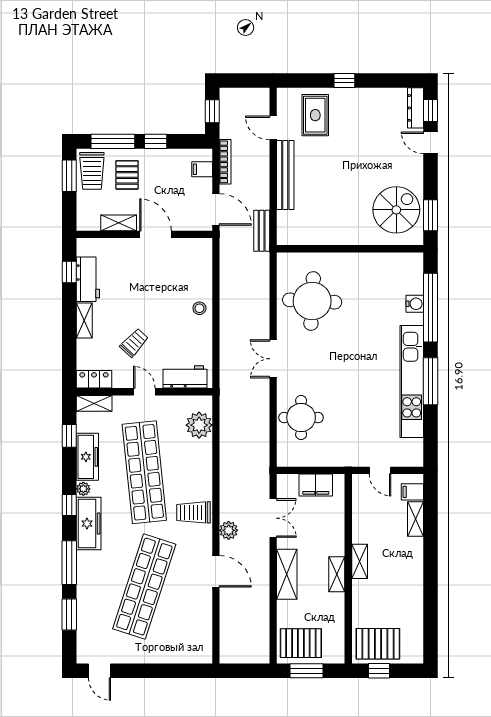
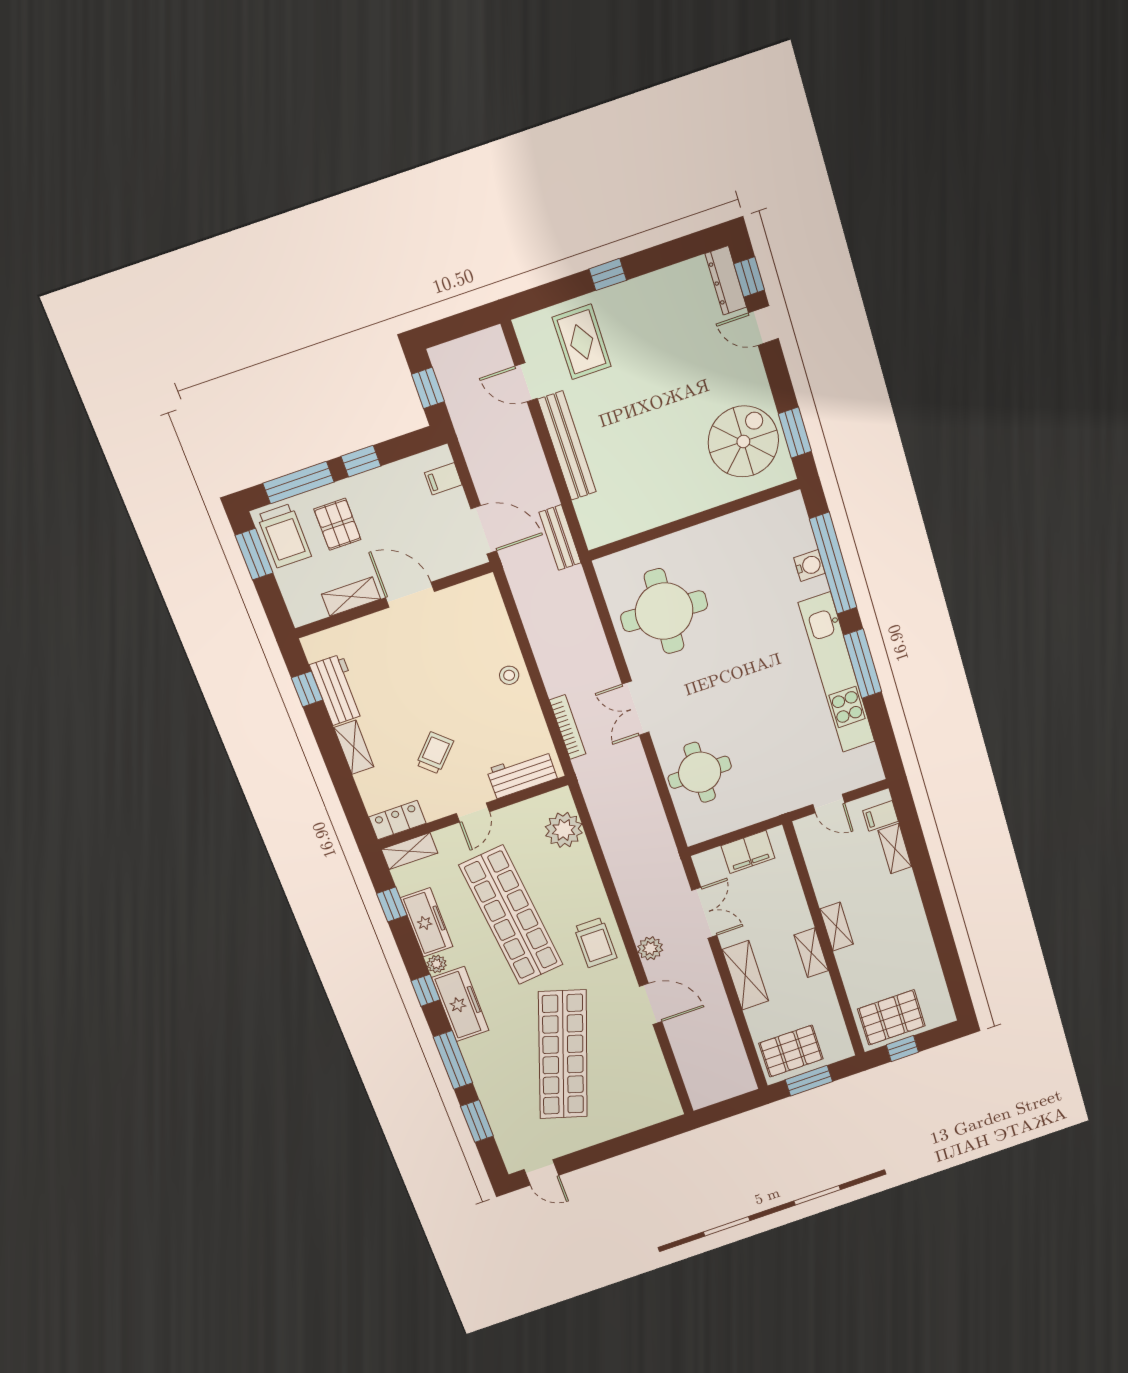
bookcase: (225, 162) -> (568, 727), moved
door: (144, 392) -> (473, 813), swing flipped
trolley: (193, 512) -> (595, 942), turned -90

